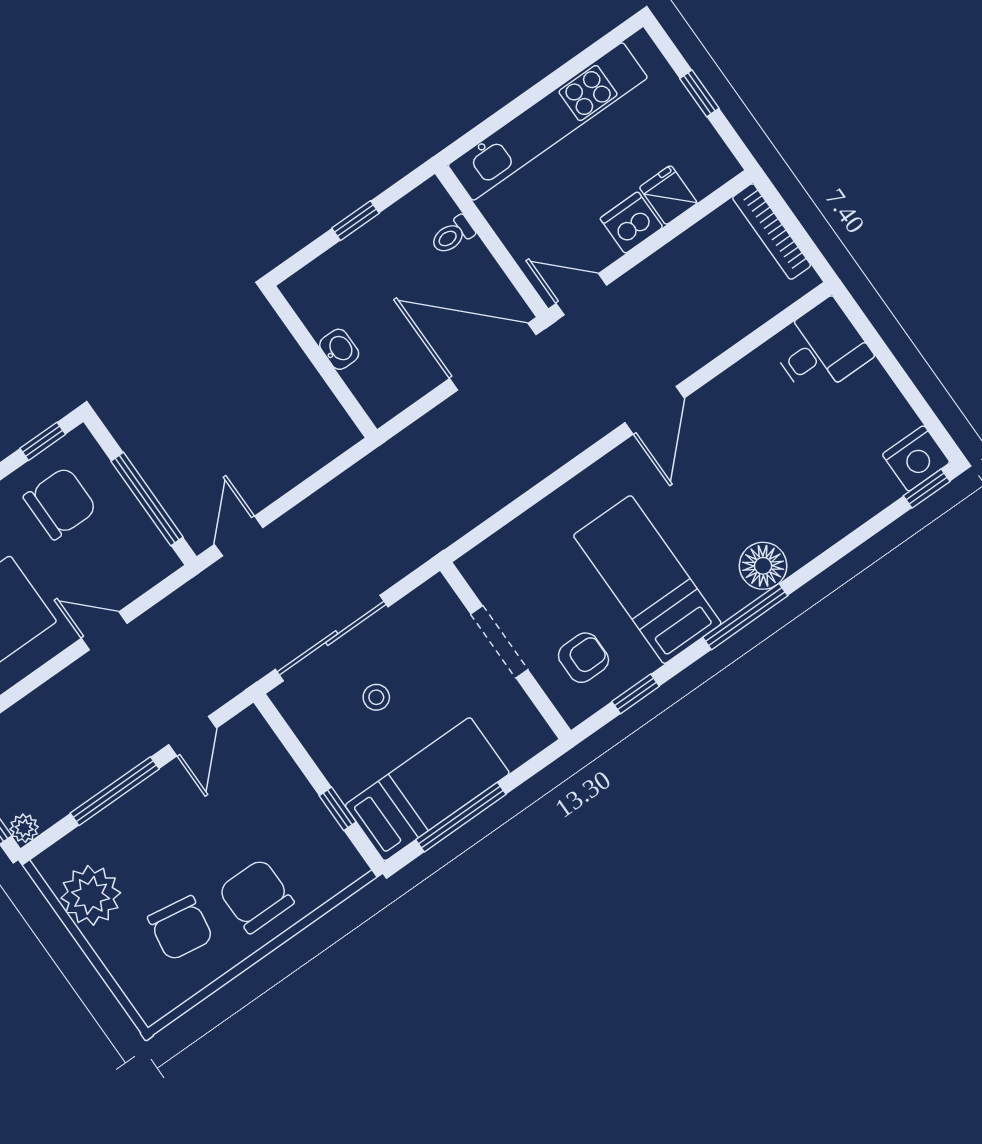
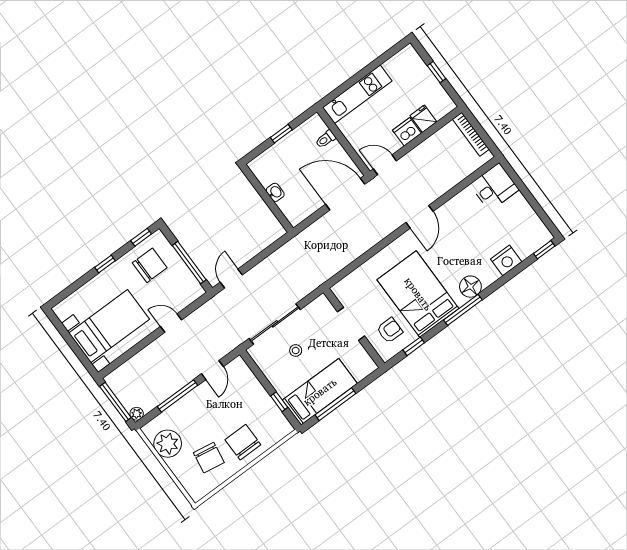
kitchen unit: (548, 121) -> (357, 94), width x0.73
nightstand: (916, 458) -> (506, 260), moved
bed: (647, 580) -> (418, 294), width x1.50

